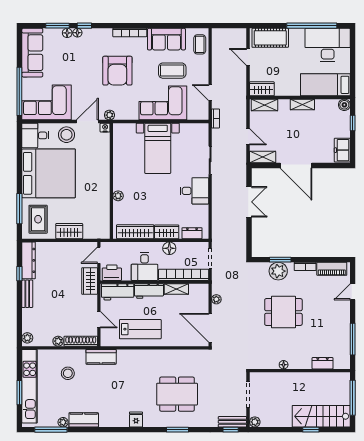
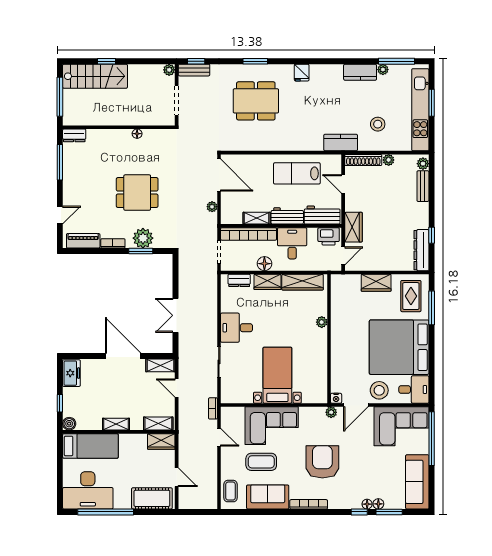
bench: (27, 294) -> (423, 186), moved
dresser: (323, 363) -> (74, 135), moved

